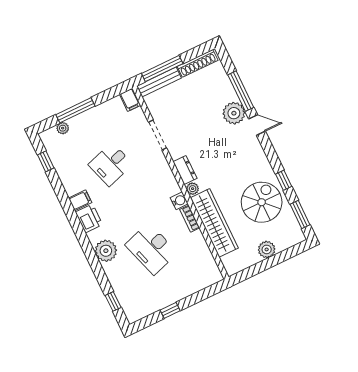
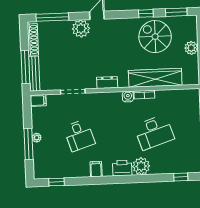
window: (241, 91) -> (52, 17), moved
plant: (63, 128) -> (37, 138), moved
plant: (193, 189) -> (123, 83), removed
printer: (89, 218) -> (122, 168), moved

